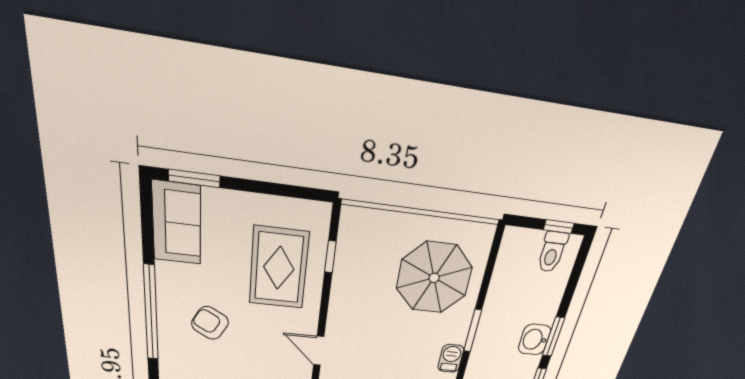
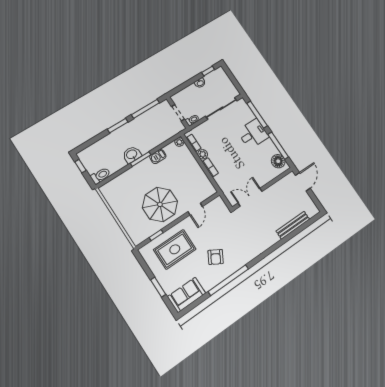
window: (194, 178) -> (158, 287), moved
toilet: (552, 252) -> (101, 176), moved
parasol: (434, 278) -> (160, 204), moved
washbasin: (534, 339) -> (132, 155), moved, turned 180

